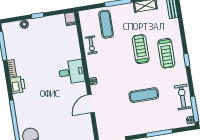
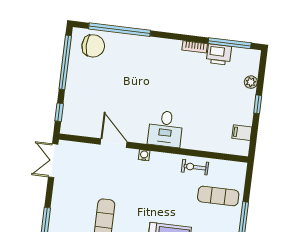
filing cabinet: (70, 19) -> (242, 133), moved
printer: (18, 85) -> (219, 55), moved

